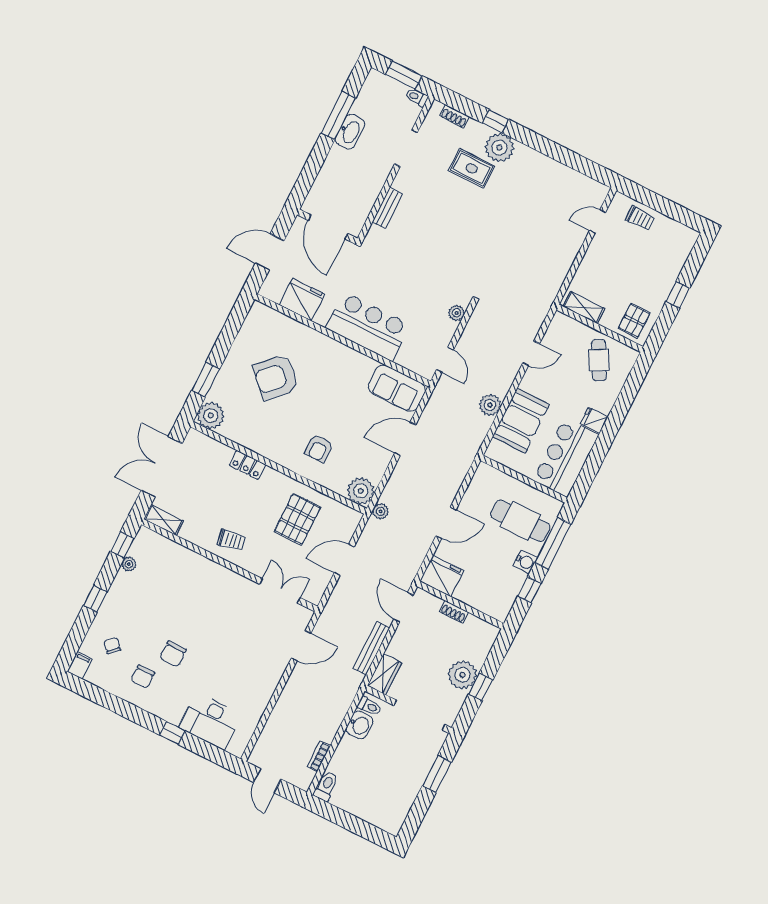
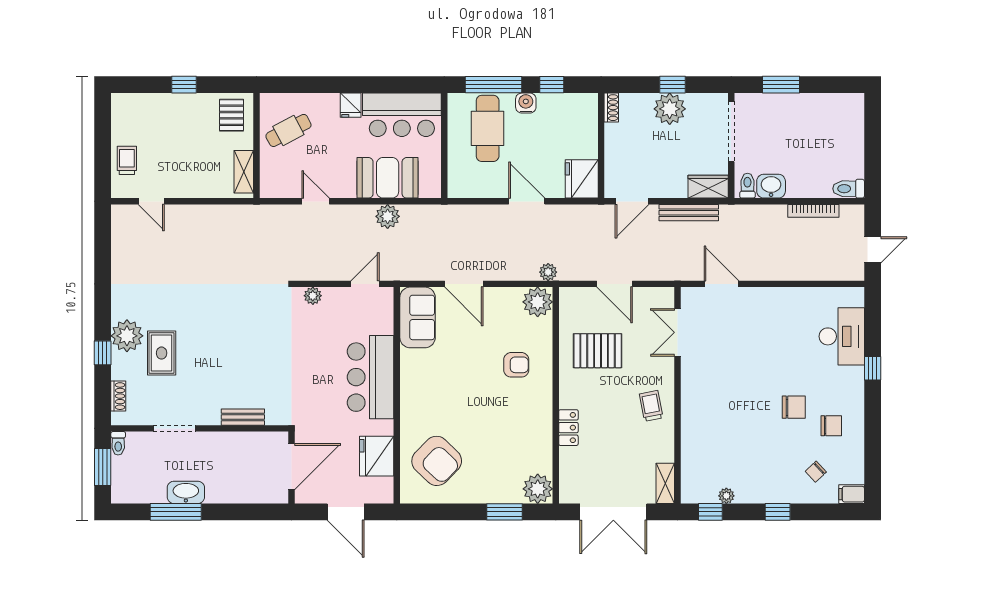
pallet: (634, 321) -> (231, 115), turned 90
armchair: (276, 377) -> (437, 461), moved
shoe rack: (454, 612) -> (611, 108), moved
bookcase: (319, 756) -> (813, 211), width x1.56

